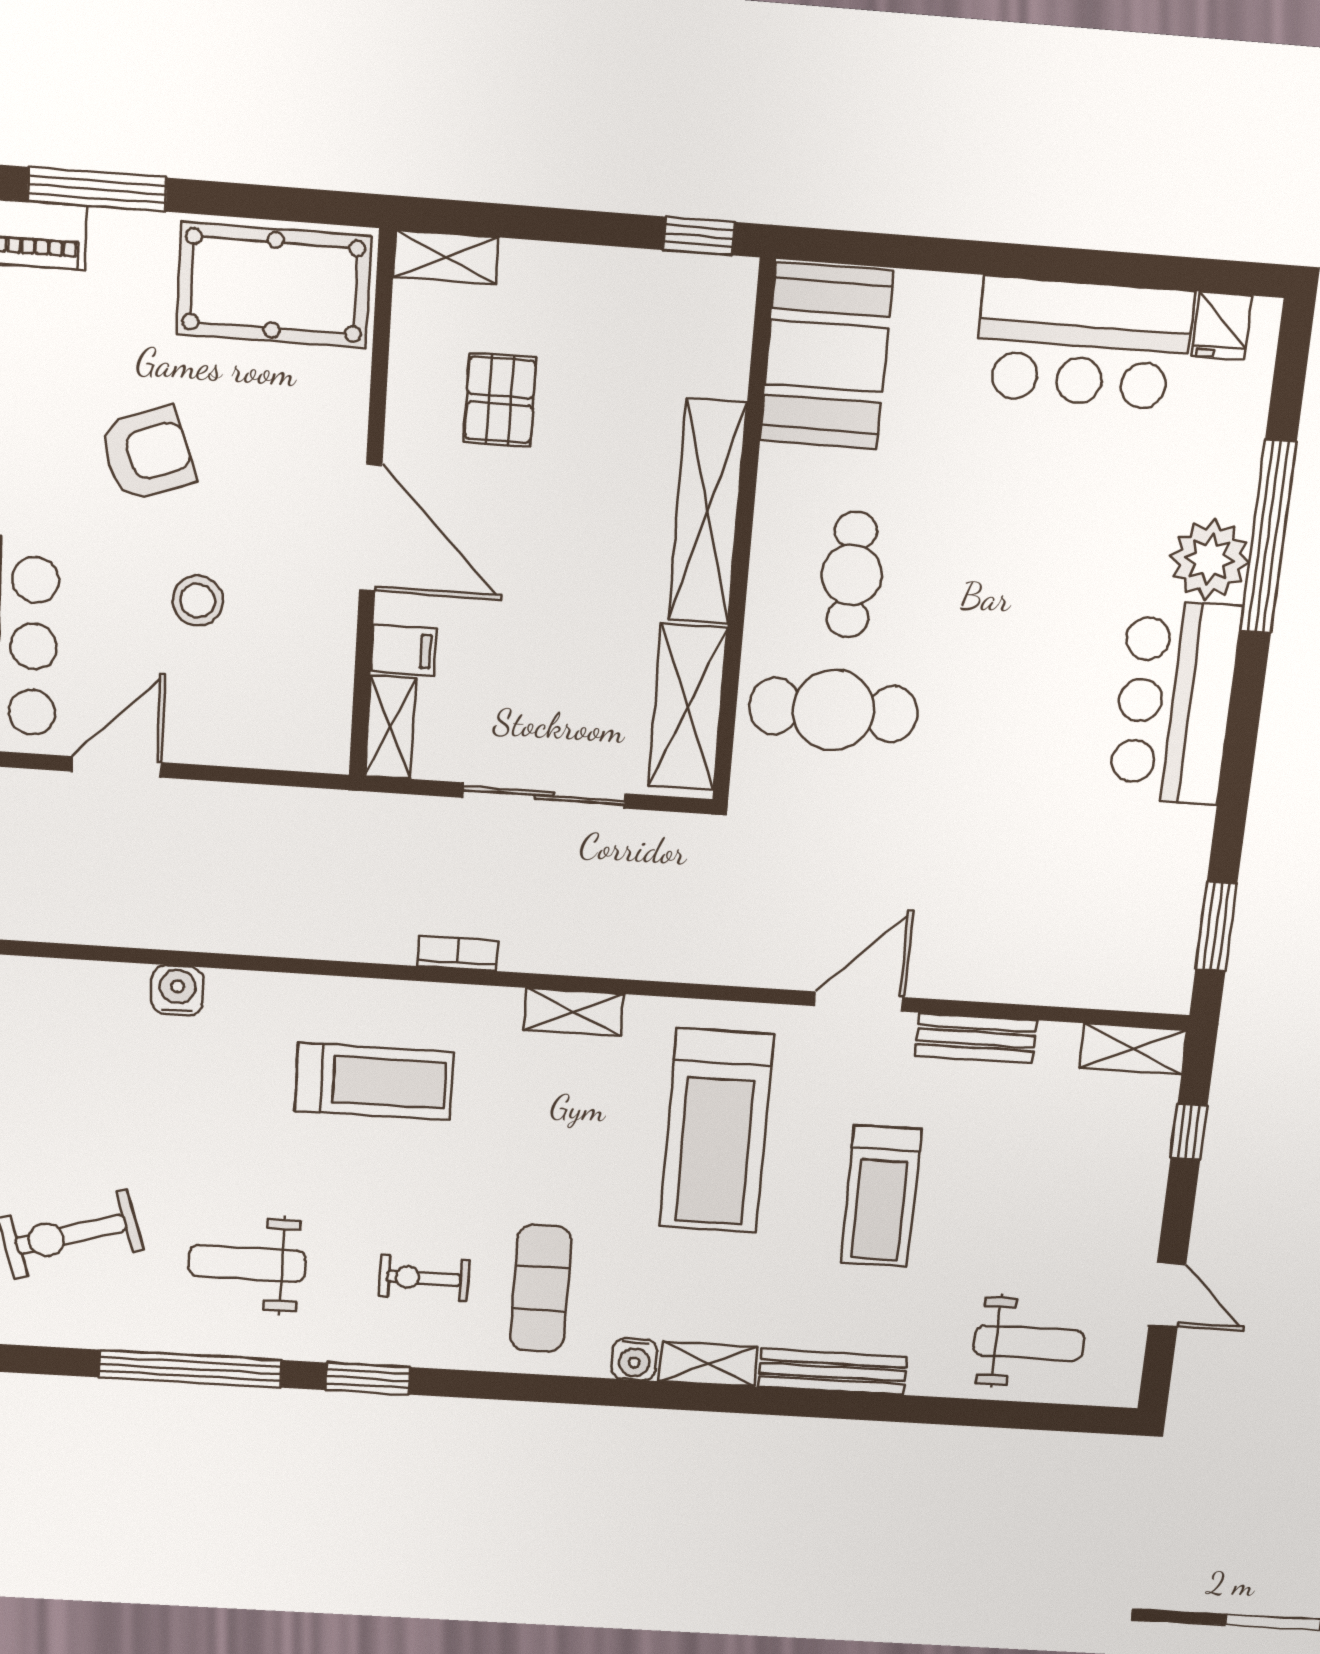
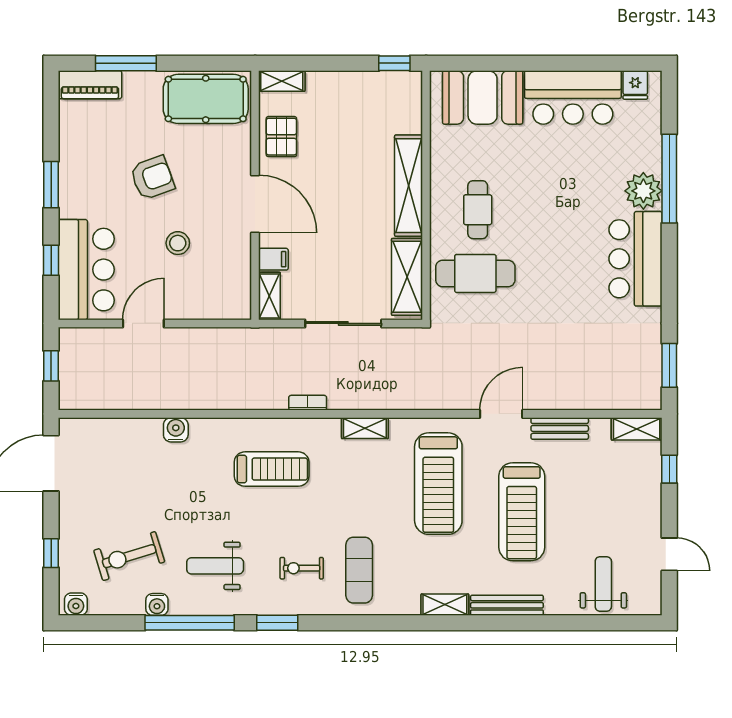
booth: (827, 356) -> (483, 97), moved, turned 90
pallet: (500, 400) -> (281, 137), moved
treadmill: (881, 1196) -> (522, 512), width x1.37, depth x1.37
weight bench: (1029, 1343) -> (603, 584), turned -90
water cooler: (634, 1359) -> (157, 604), moved

